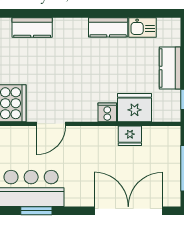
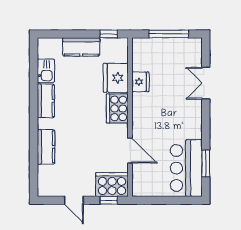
kitchen counter: (32, 28) -> (46, 147), moved
cooker: (107, 112) -> (117, 108), width x1.87, depth x1.31
double door: (128, 211) -> (206, 83), width x0.54

